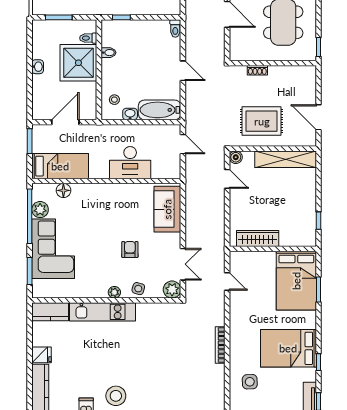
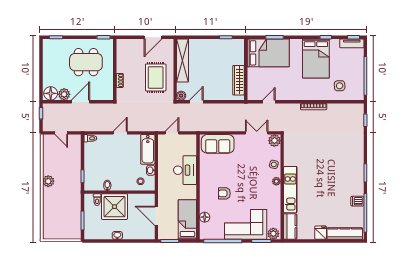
plant: (40, 210) -> (273, 234), moved
armchair: (130, 249) -> (224, 193), moved
stool: (116, 396) -> (349, 180), removed

